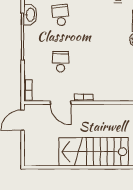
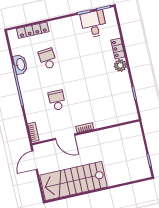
stairs: (94, 152) -> (73, 181), moved

